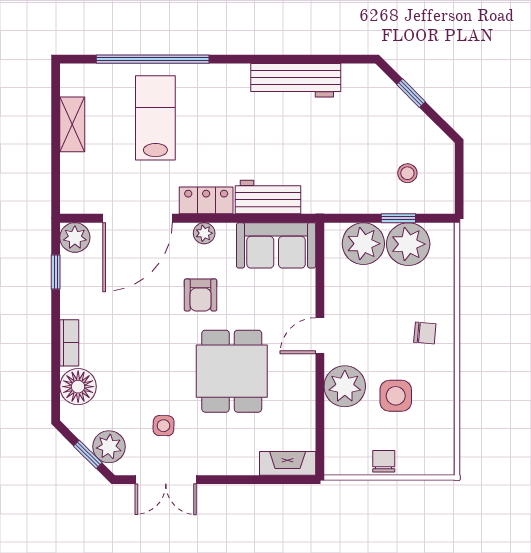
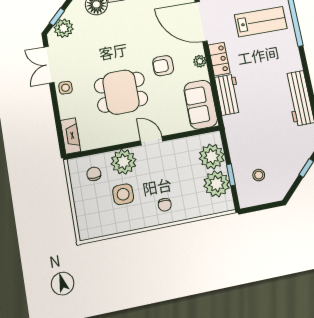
side table: (164, 426) -> (65, 88), moved
chair: (384, 461) -> (94, 174), moved, turned -90

